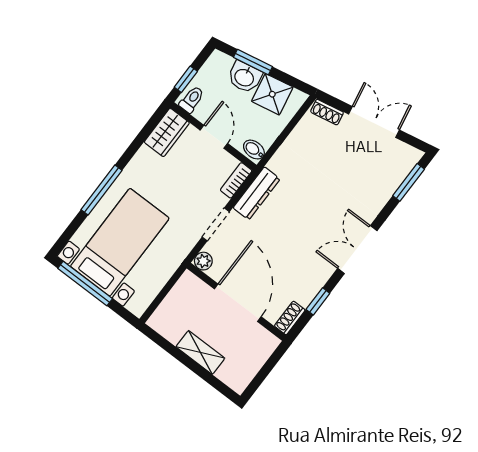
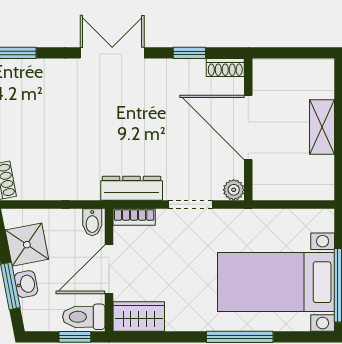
washbasin: (245, 77) -> (26, 284), width x0.72, depth x0.69
toilet: (192, 99) -> (84, 317), width x1.37, depth x1.39
door: (214, 137) -> (109, 269), width x1.38
double door: (357, 250) -> (112, 53), swing flipped
door: (238, 303) -> (248, 127), hinge flipped

